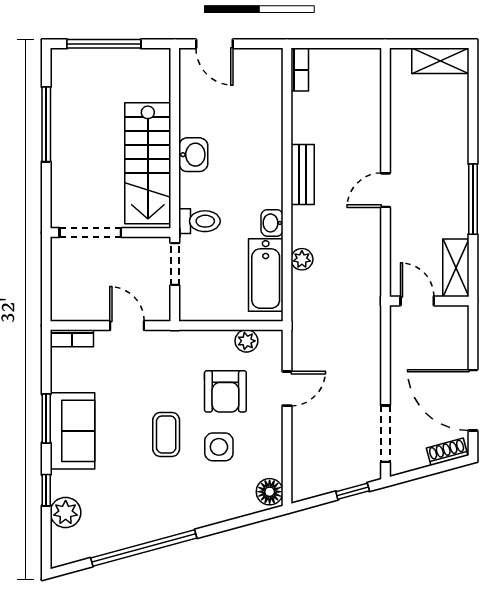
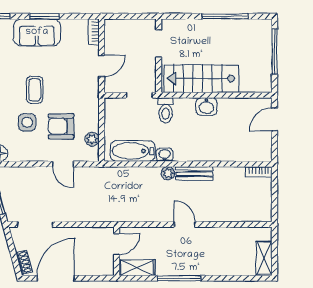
doorway: (90, 233) -> (159, 43), width x0.73
plant: (302, 259) -> (168, 173), moved
coffee table: (166, 434) -> (35, 90), turned 90

